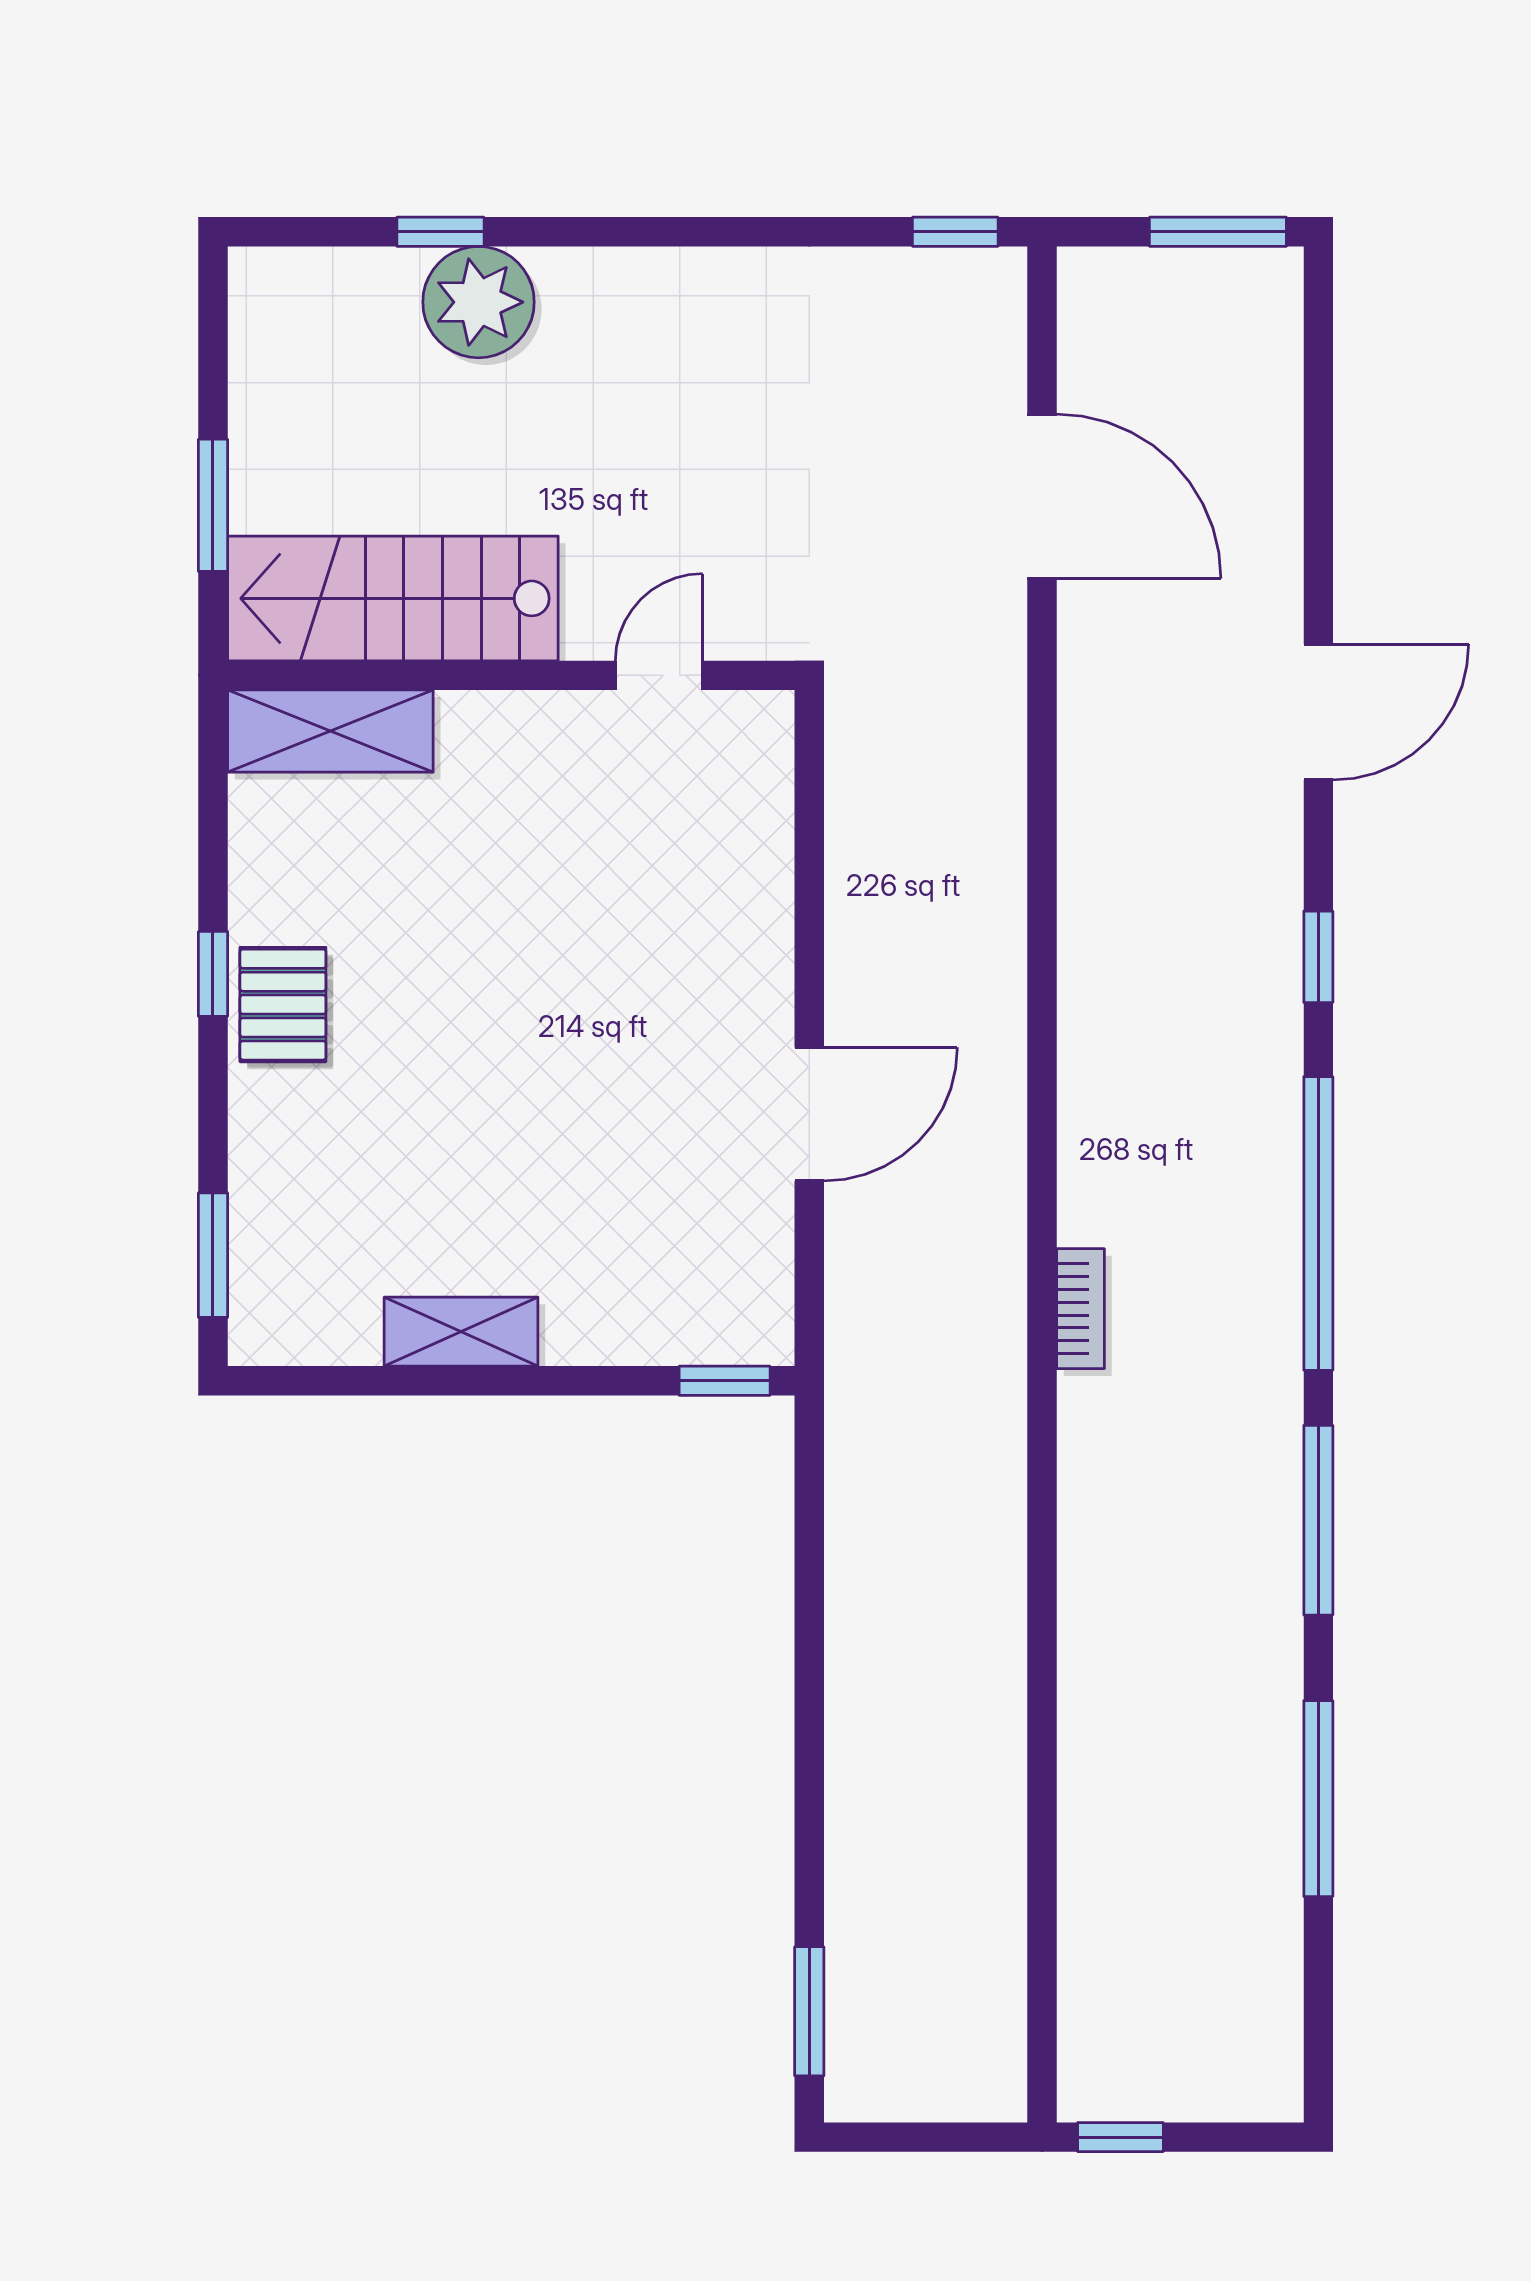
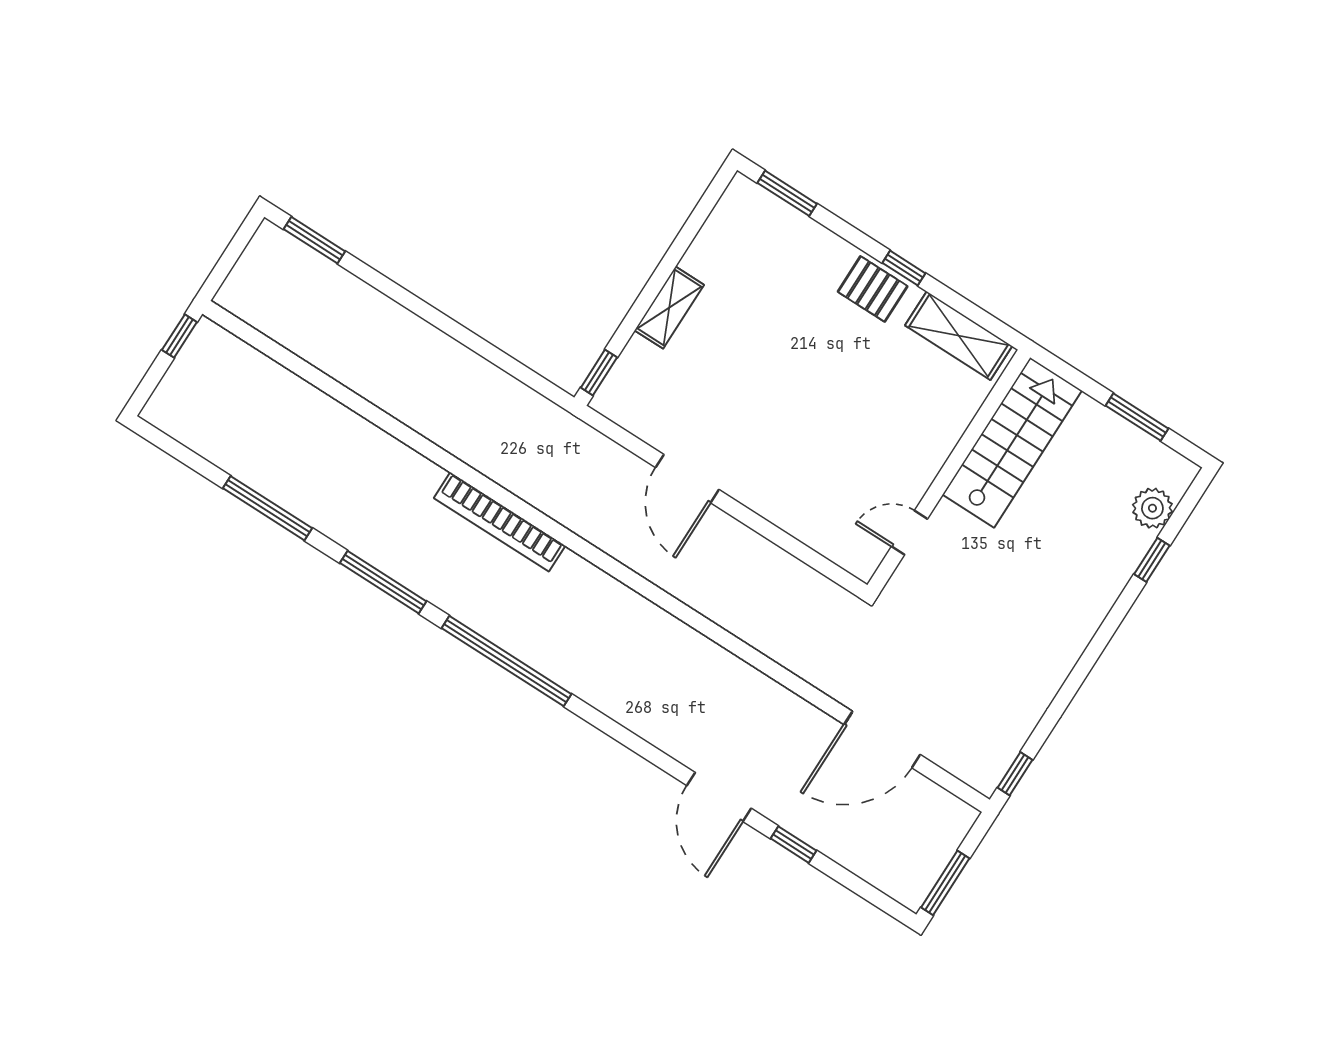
plant: (479, 302) -> (1152, 508), moved, width x0.73, depth x0.73
window: (213, 505) -> (1137, 417), moved
door: (659, 675) -> (909, 533), swing flipped
shelving: (330, 731) -> (959, 336), moved, turned 90
window: (1318, 957) -> (794, 845), moved
bookcase: (1080, 1309) -> (500, 522), width x2.31, depth x1.31
shelving: (461, 1332) -> (669, 308), moved

